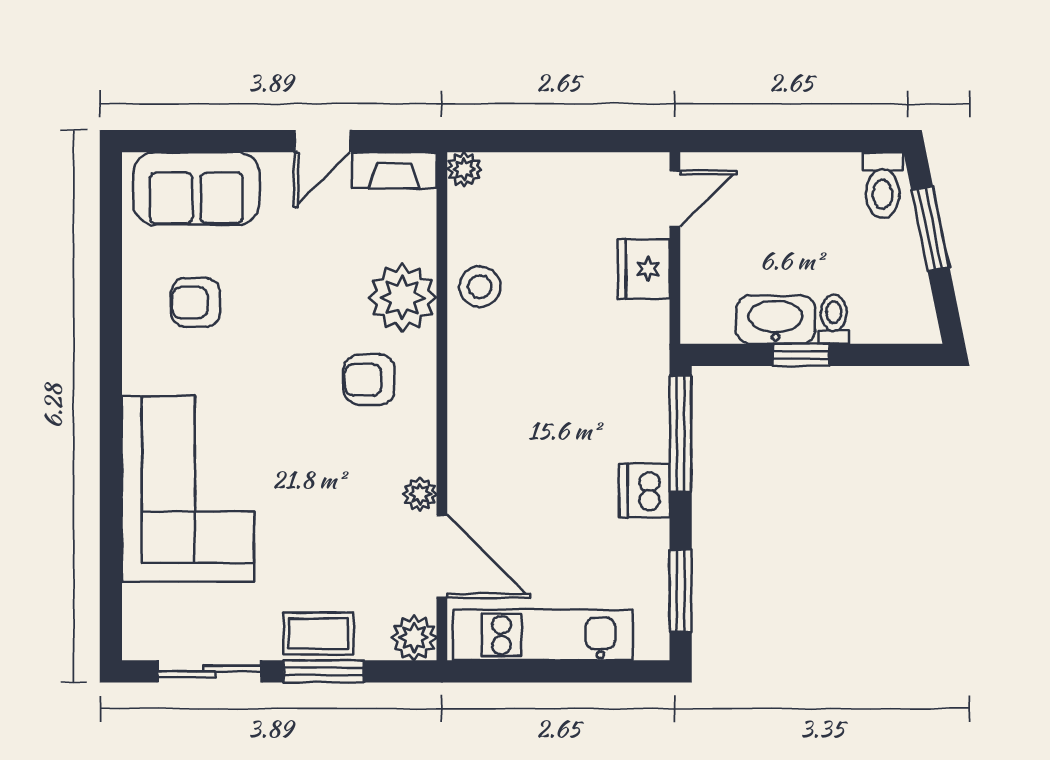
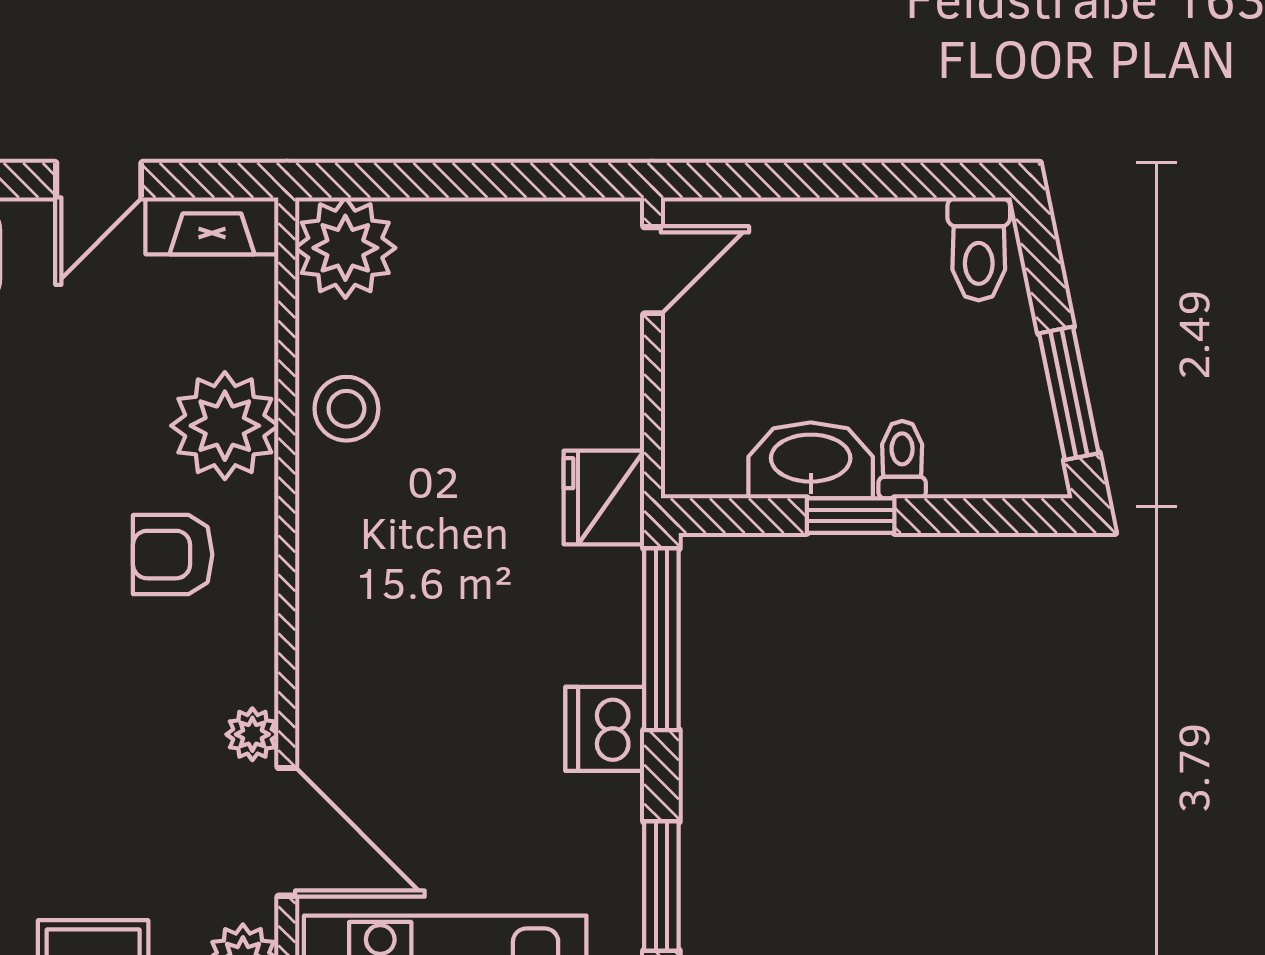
plant: (464, 169) -> (345, 248), width x1.87, depth x1.87
window: (930, 229) -> (1069, 393), moved
fridge: (644, 269) -> (604, 498), moved

